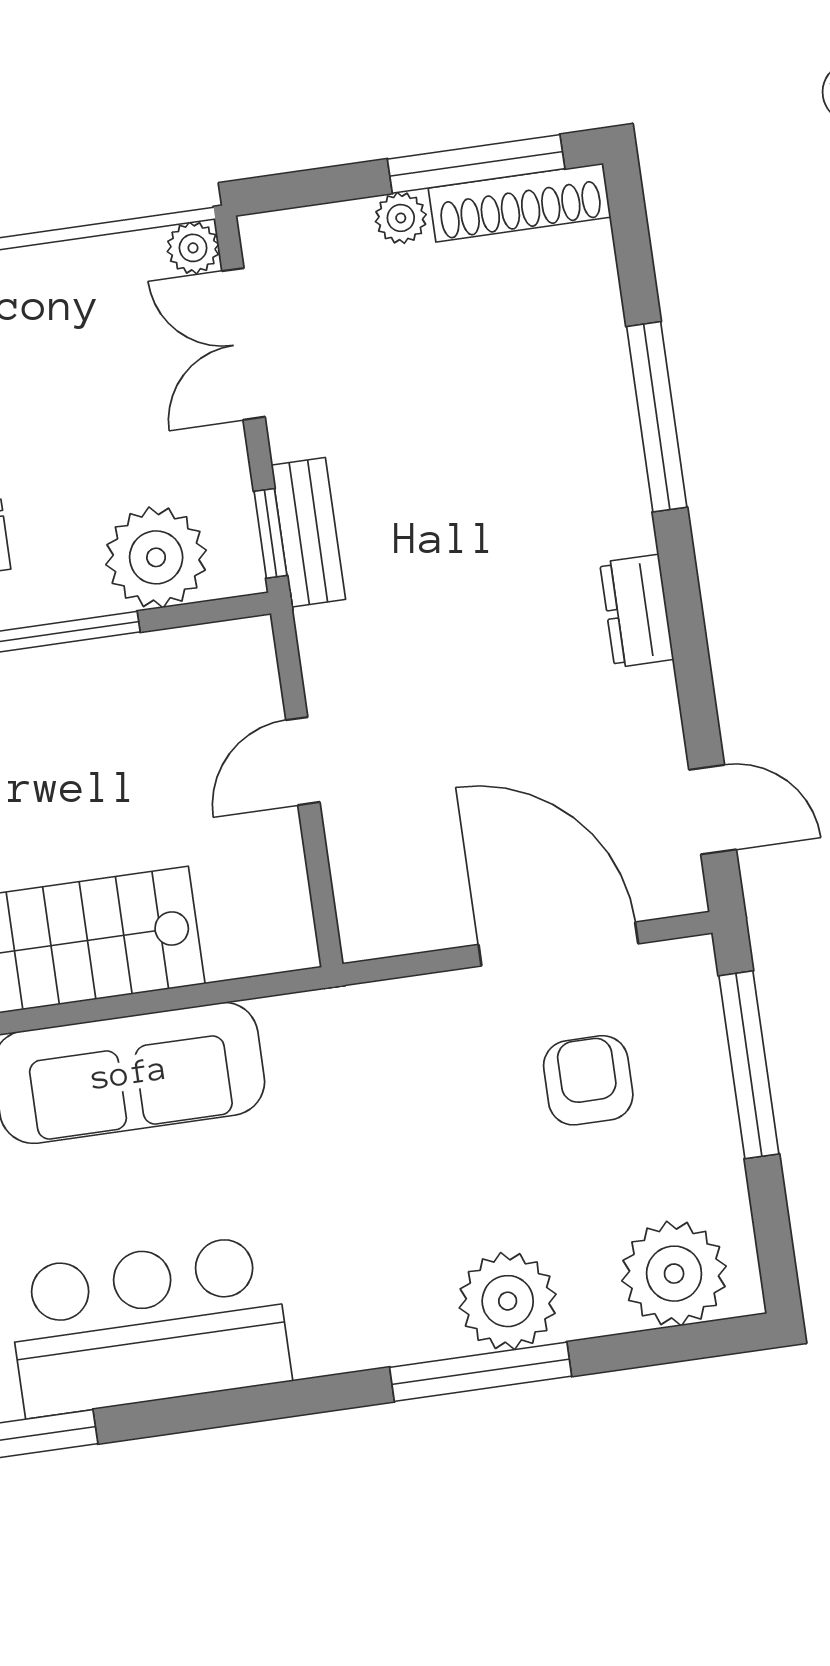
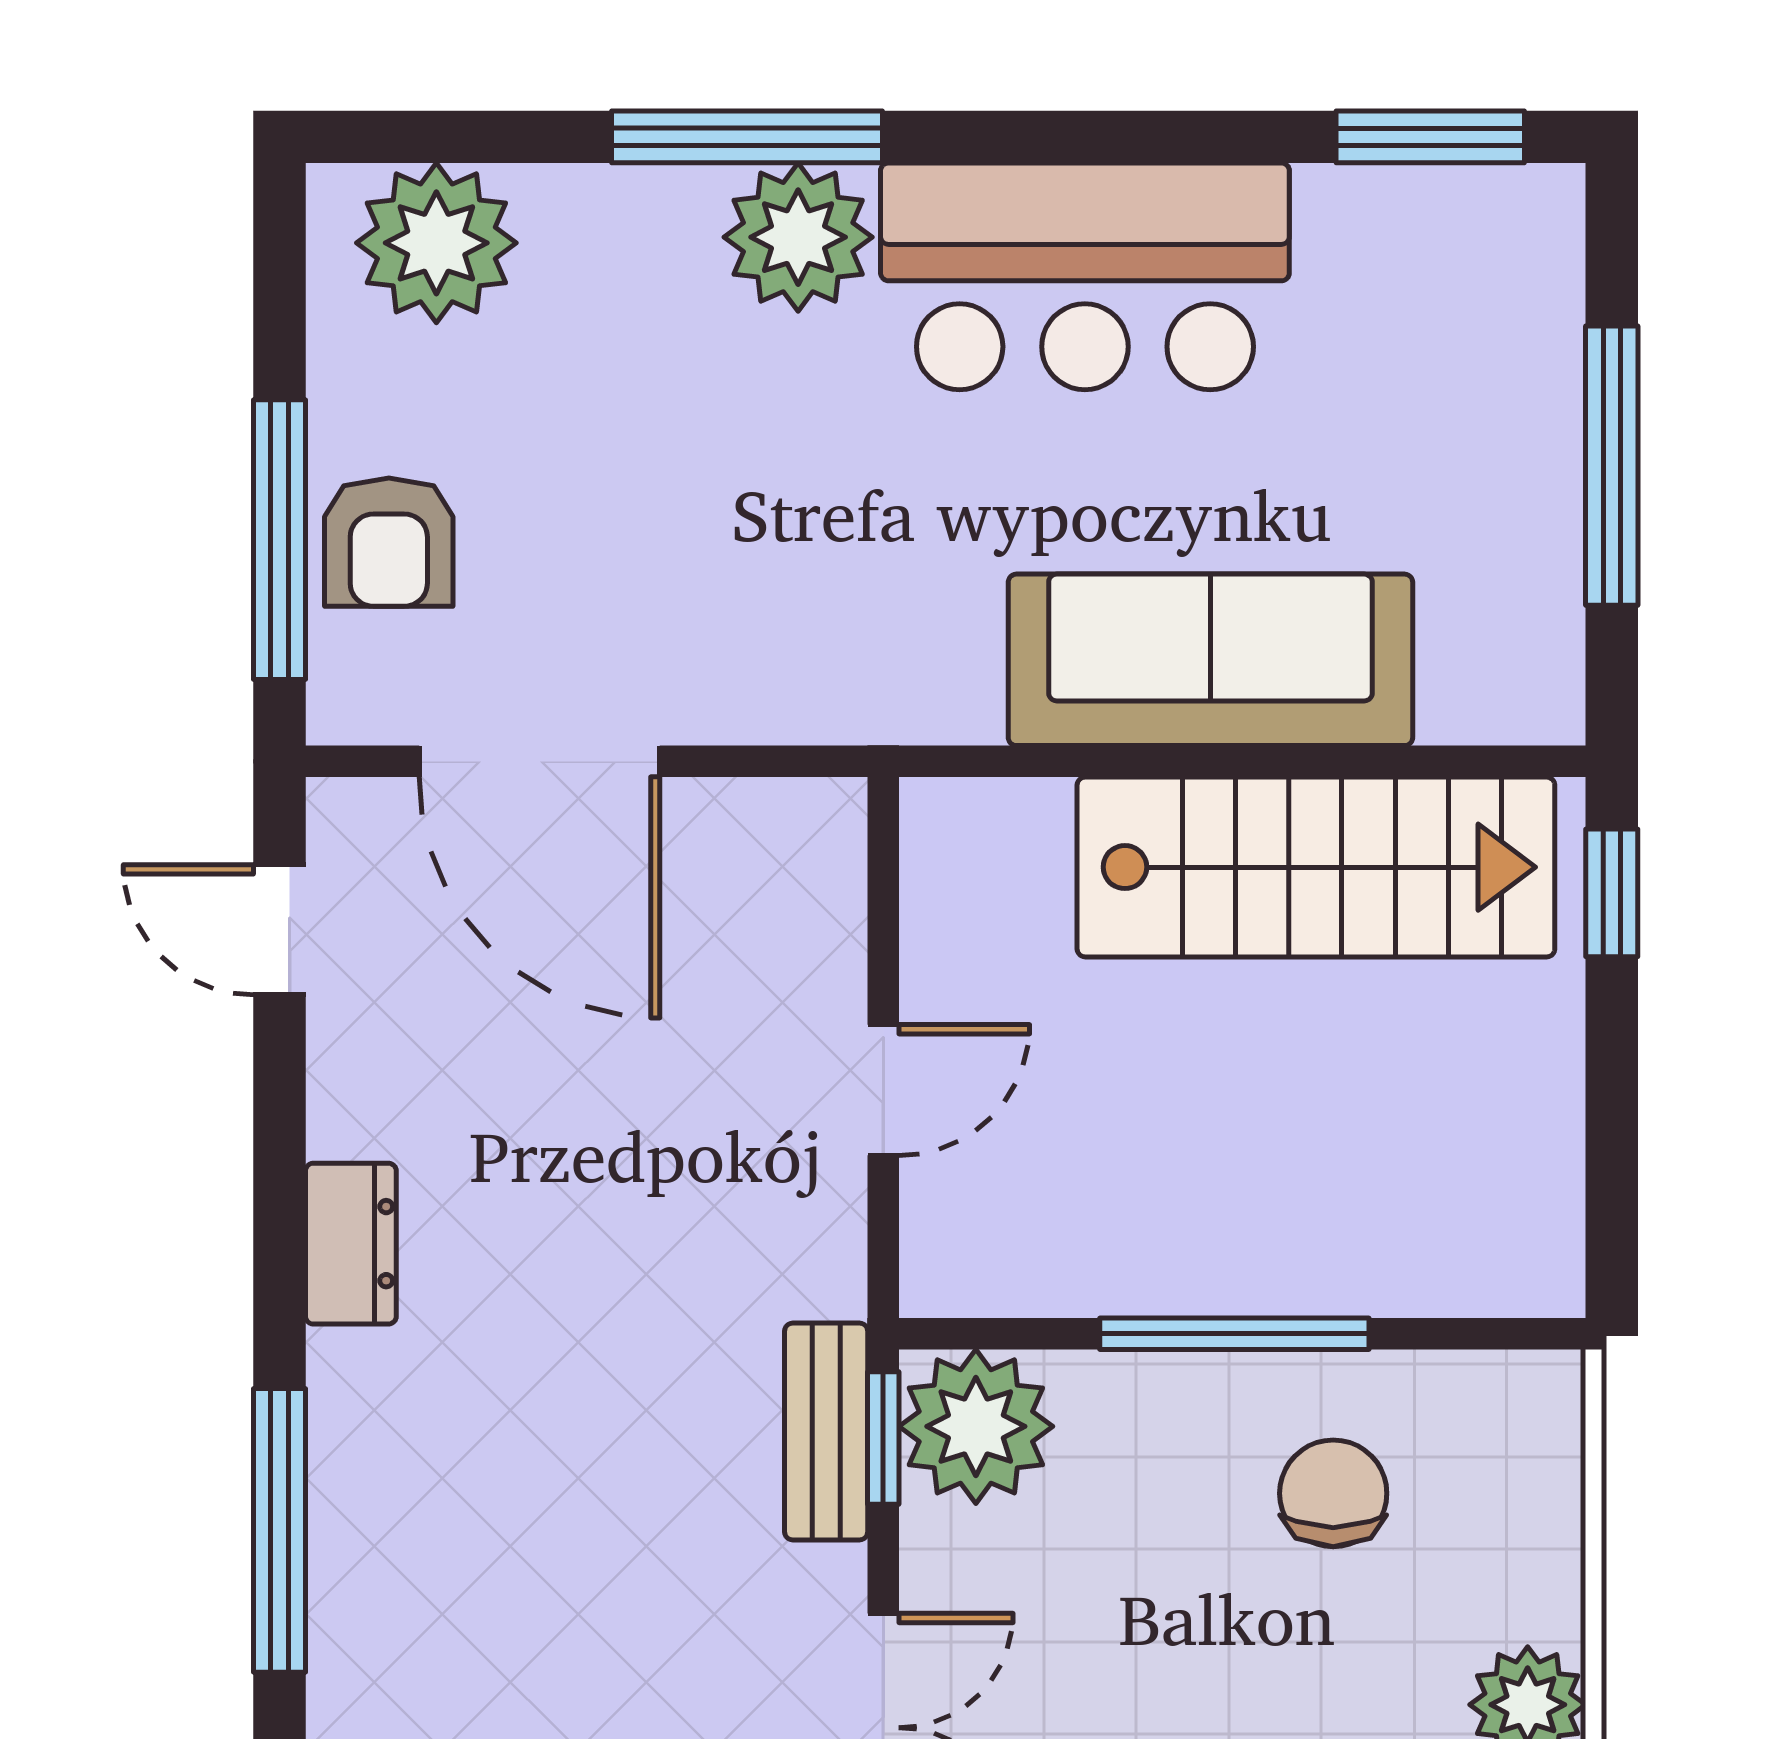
plant: (156, 557) -> (976, 1426), moved
armchair: (588, 1080) -> (389, 542), moved
plant: (508, 1301) -> (798, 237), moved
bar counter: (149, 1326) -> (1085, 276), moved

